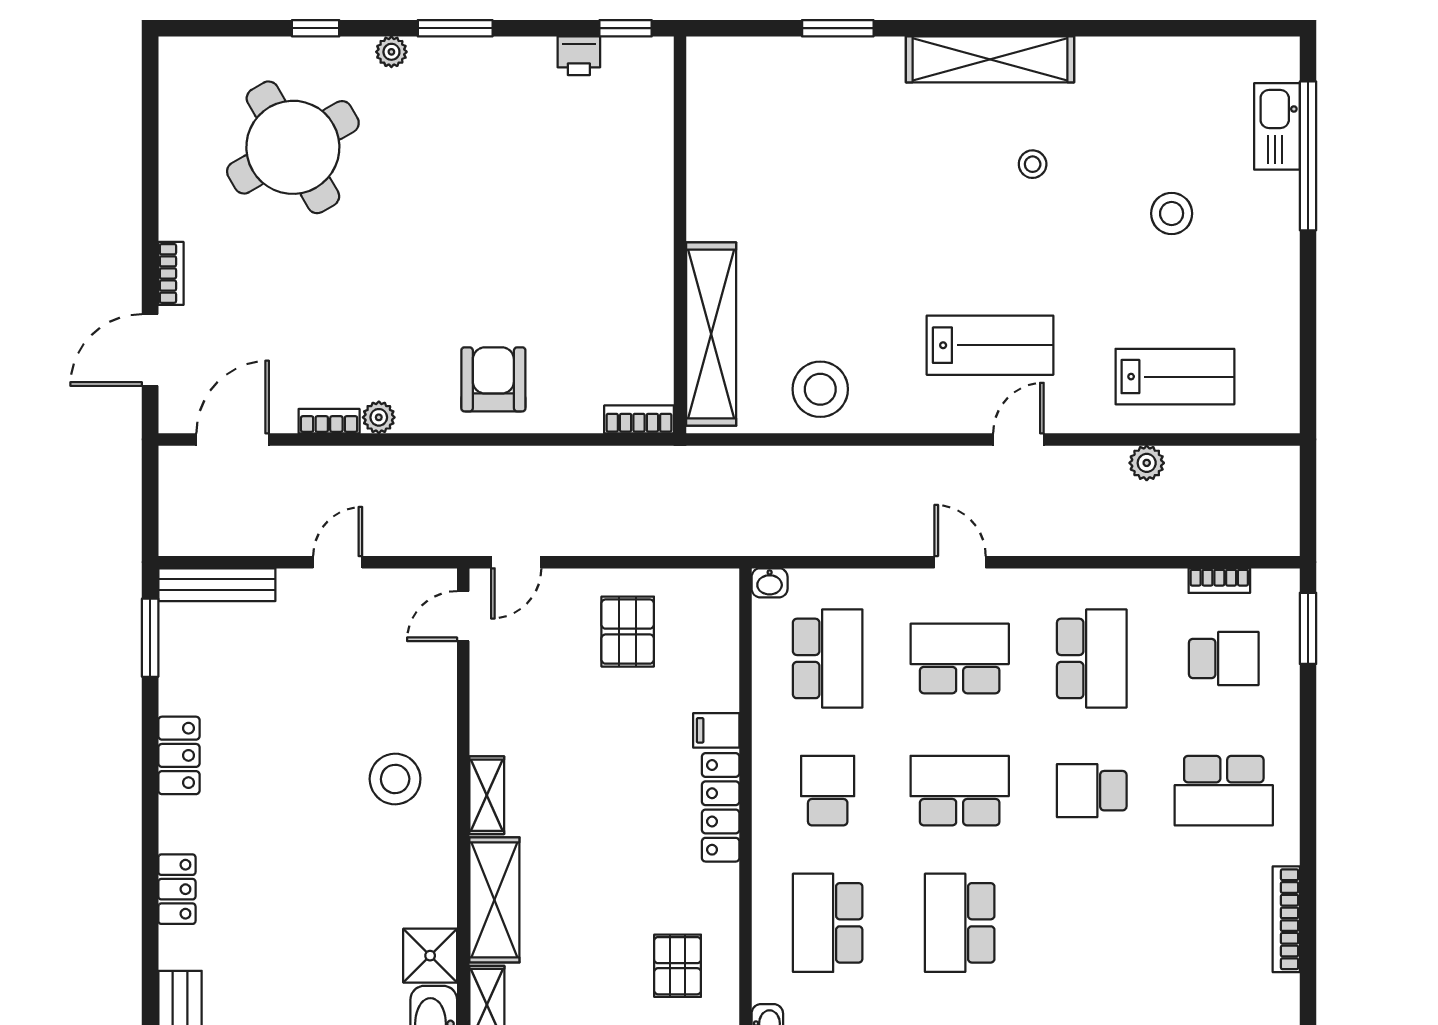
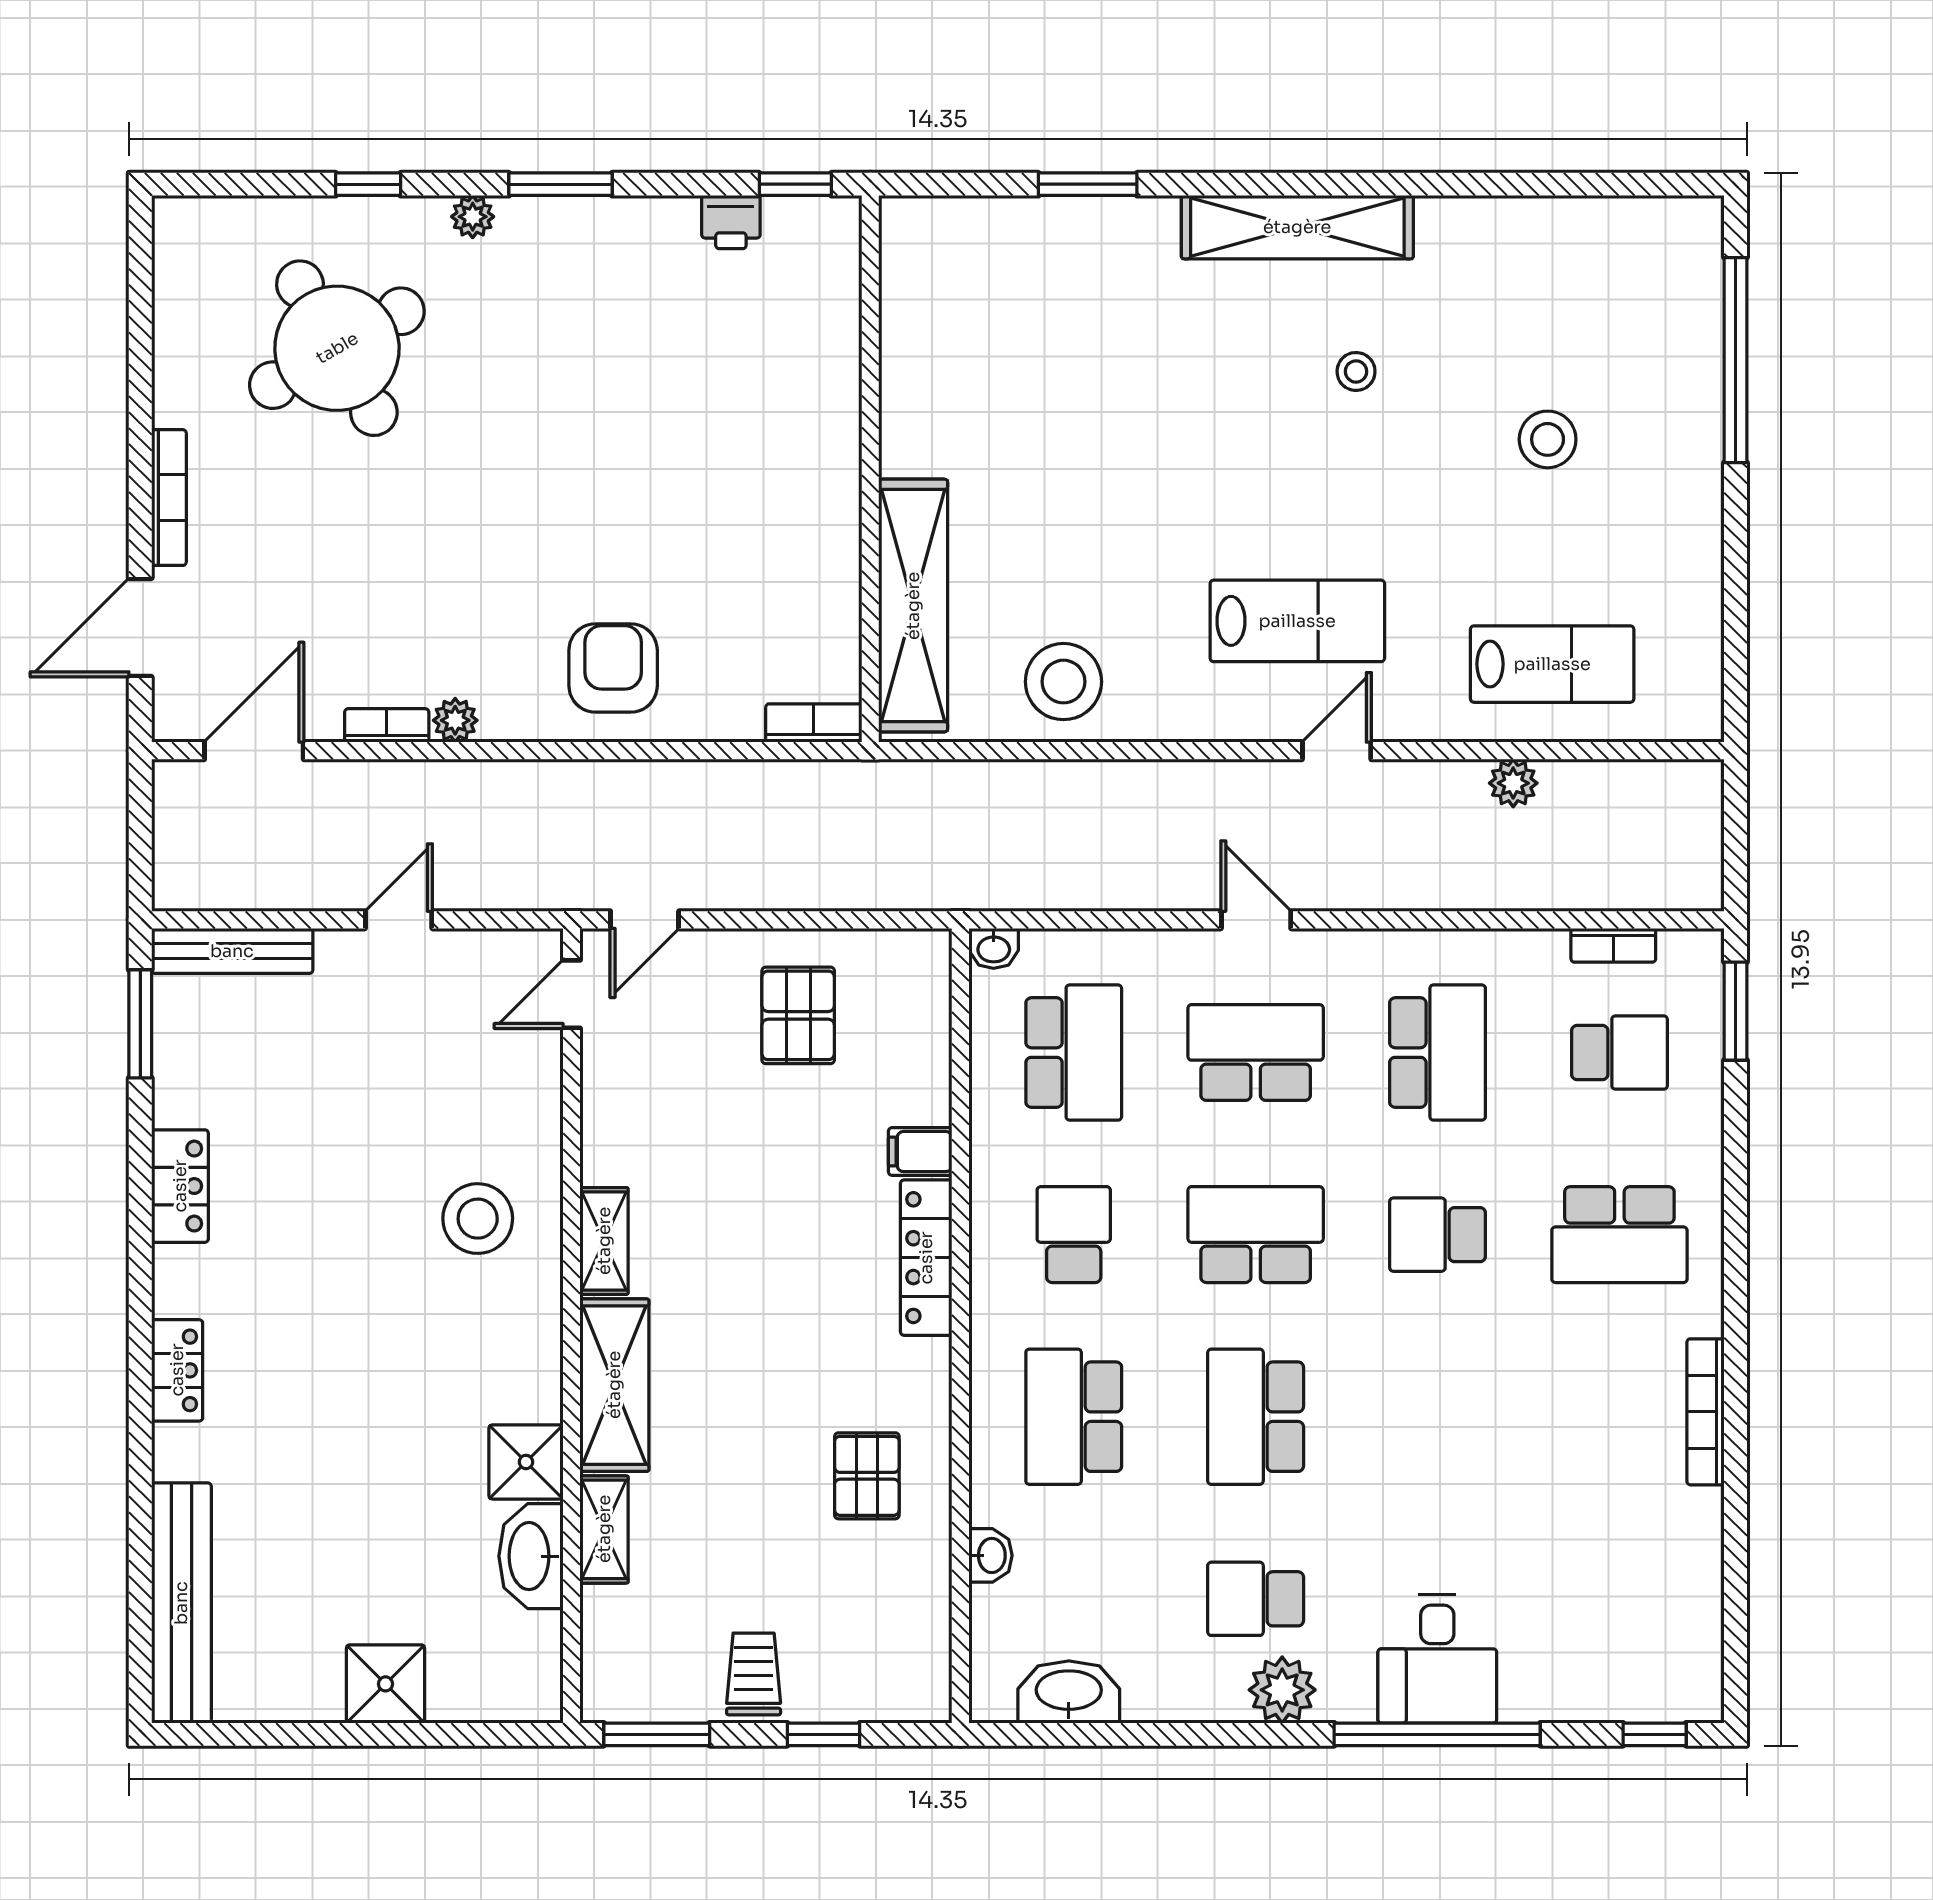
kitchen sink: (1277, 126) -> (1693, 319), removed
bookcase: (171, 273) -> (169, 498), width x1.56

